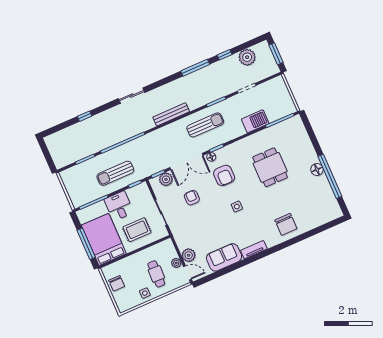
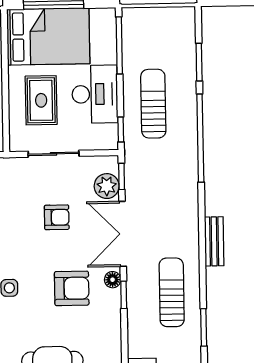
bench: (171, 114) -> (214, 241), width x0.73
sun lounger: (205, 125) -> (172, 292), turned 180
armchair: (224, 175) -> (72, 288), turned 180
desk: (119, 206) -> (95, 94), width x1.37

